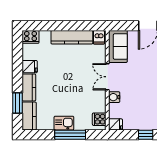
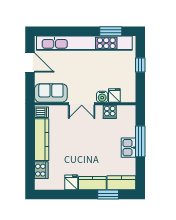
cooker: (31, 37) -> (41, 170), moved
cooker: (99, 119) -> (110, 112), moved
fridge: (115, 124) -> (114, 95), moved

